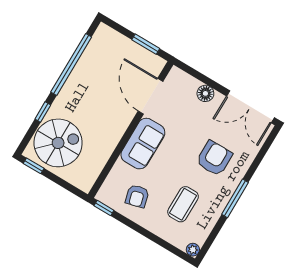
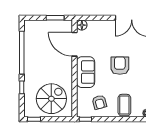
floor lamp: (205, 93) -> (82, 25), moved
spiral stairs: (58, 143) -> (51, 99), moved
armchair: (214, 158) -> (120, 66), moved
coffee table: (183, 204) -> (124, 105), moved

